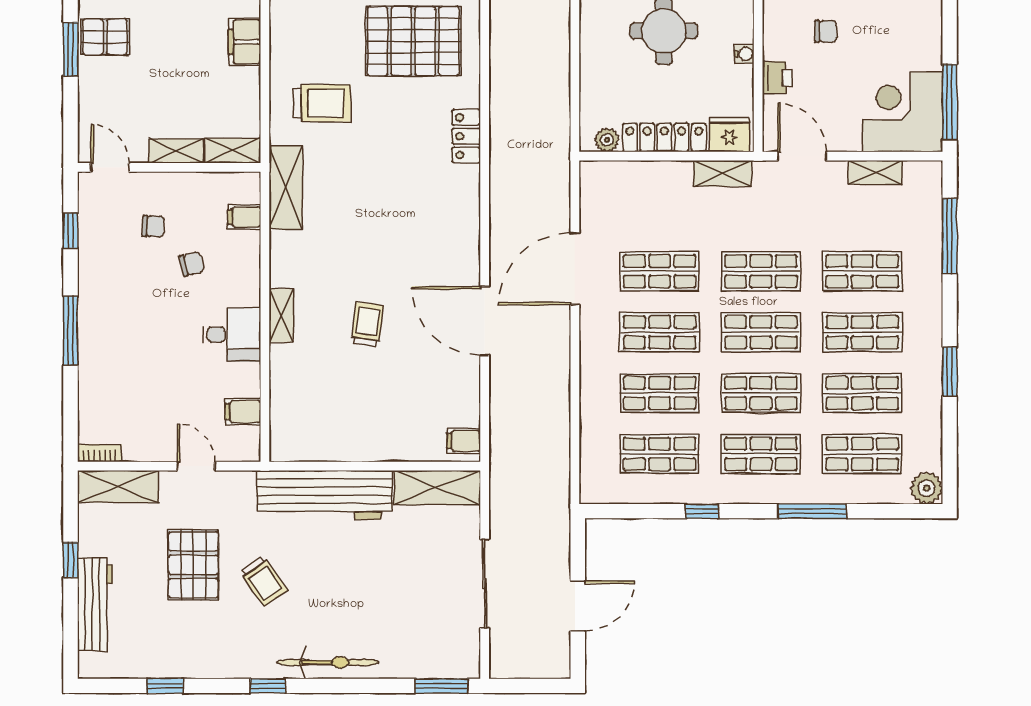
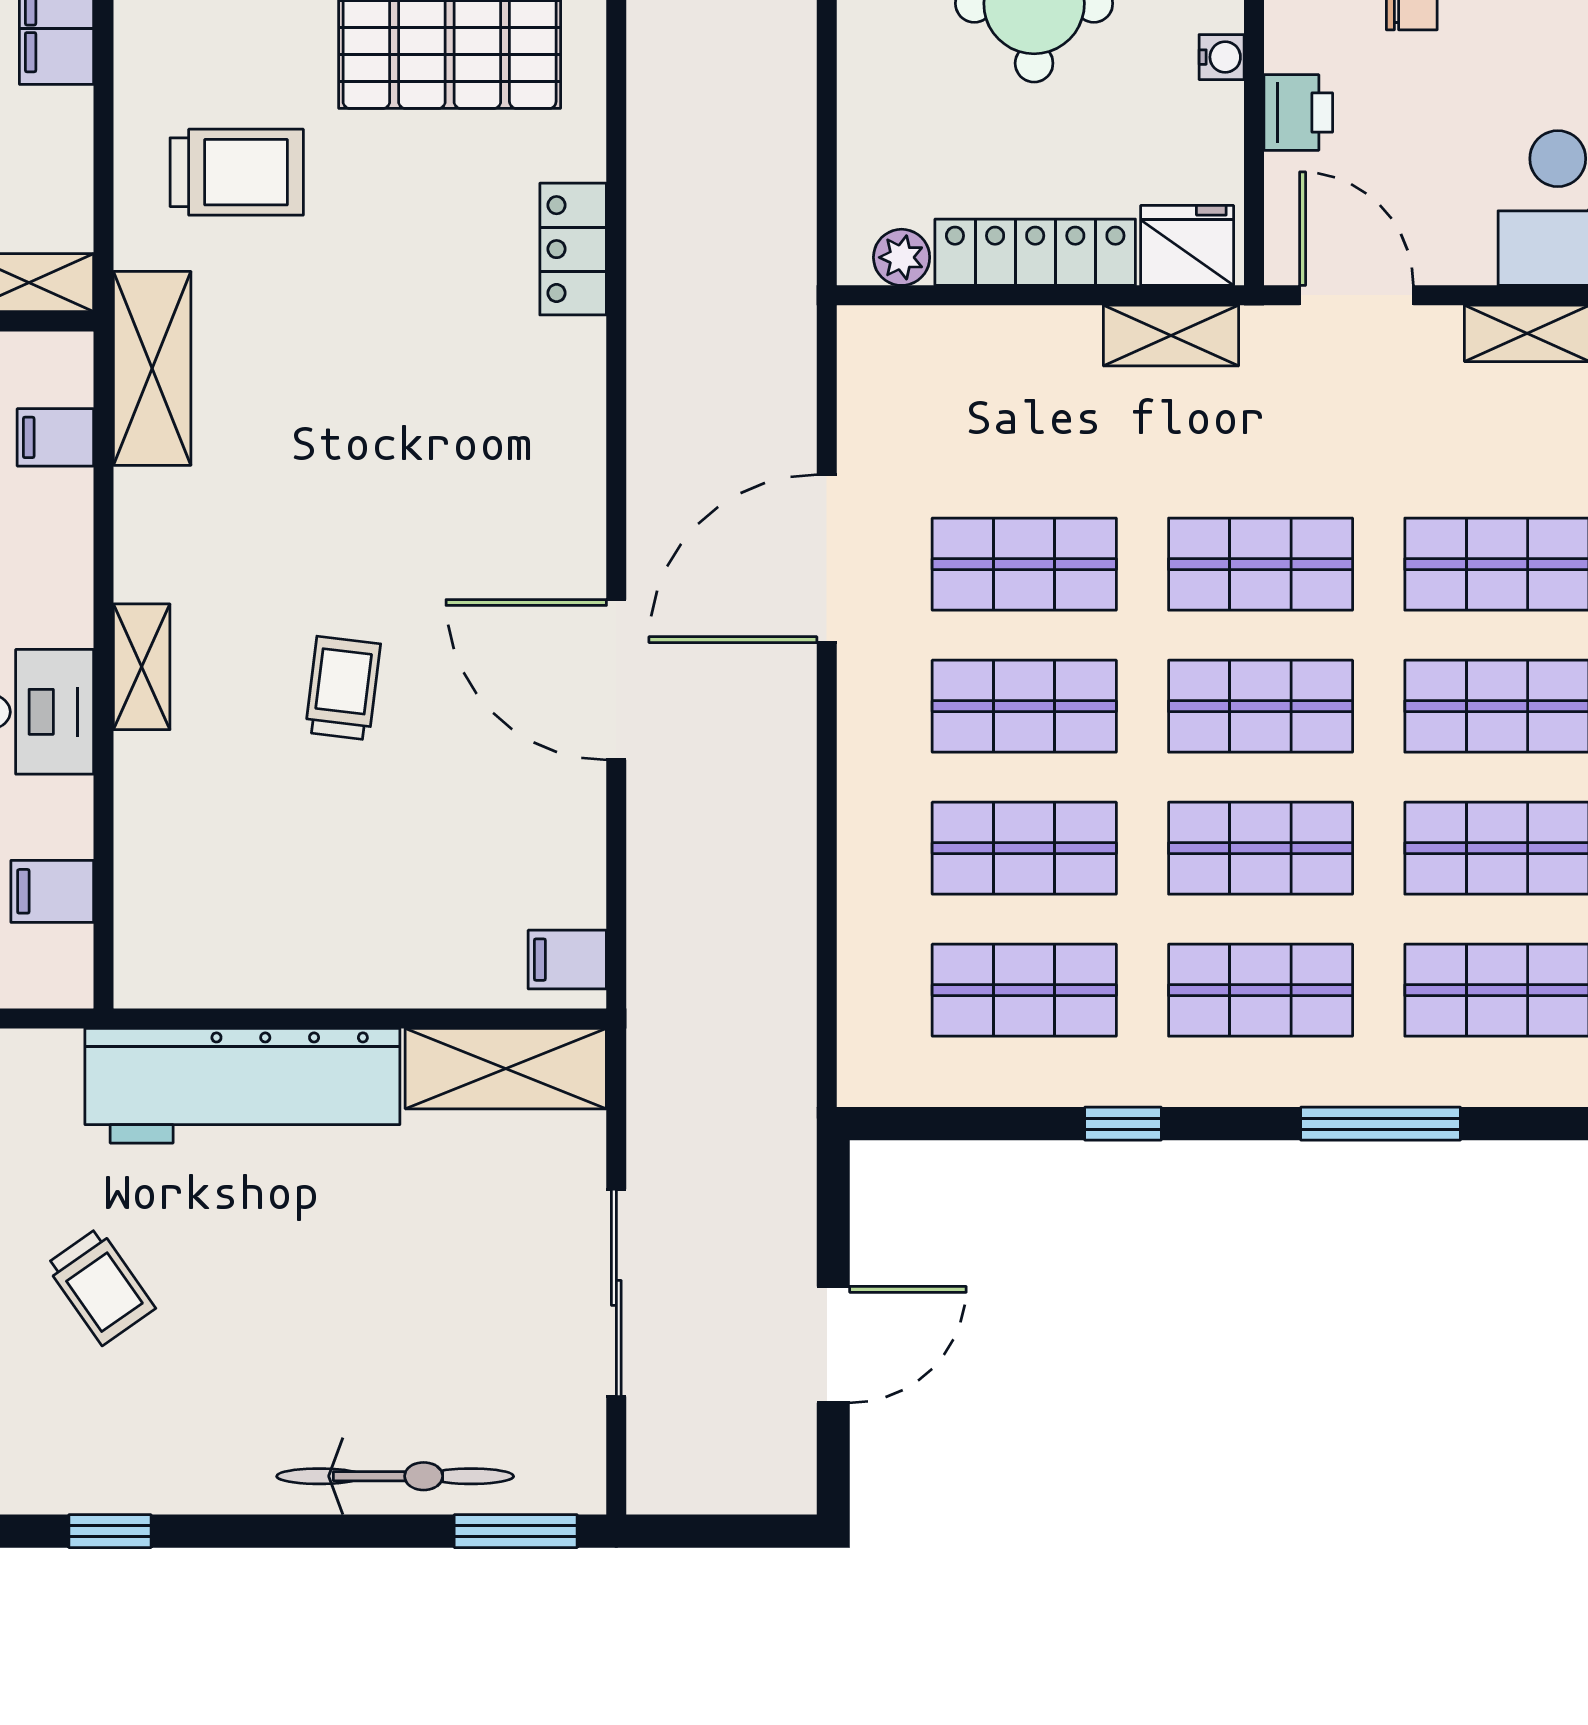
bicycle: (328, 662) -> (395, 1476), moved

